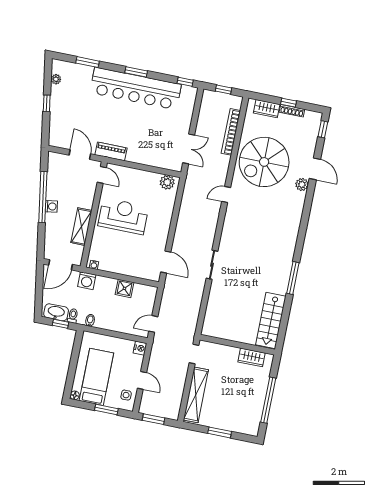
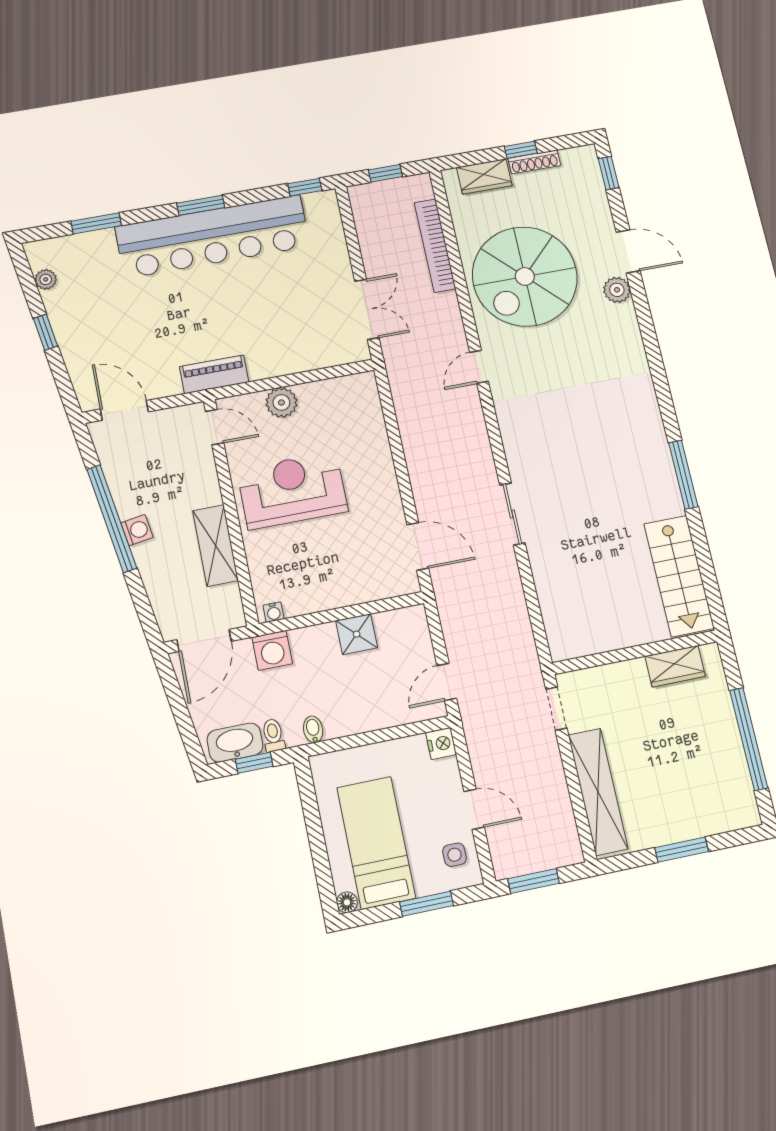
door: (80, 155) -> (124, 410), moved
plant: (167, 182) -> (281, 402), moved

